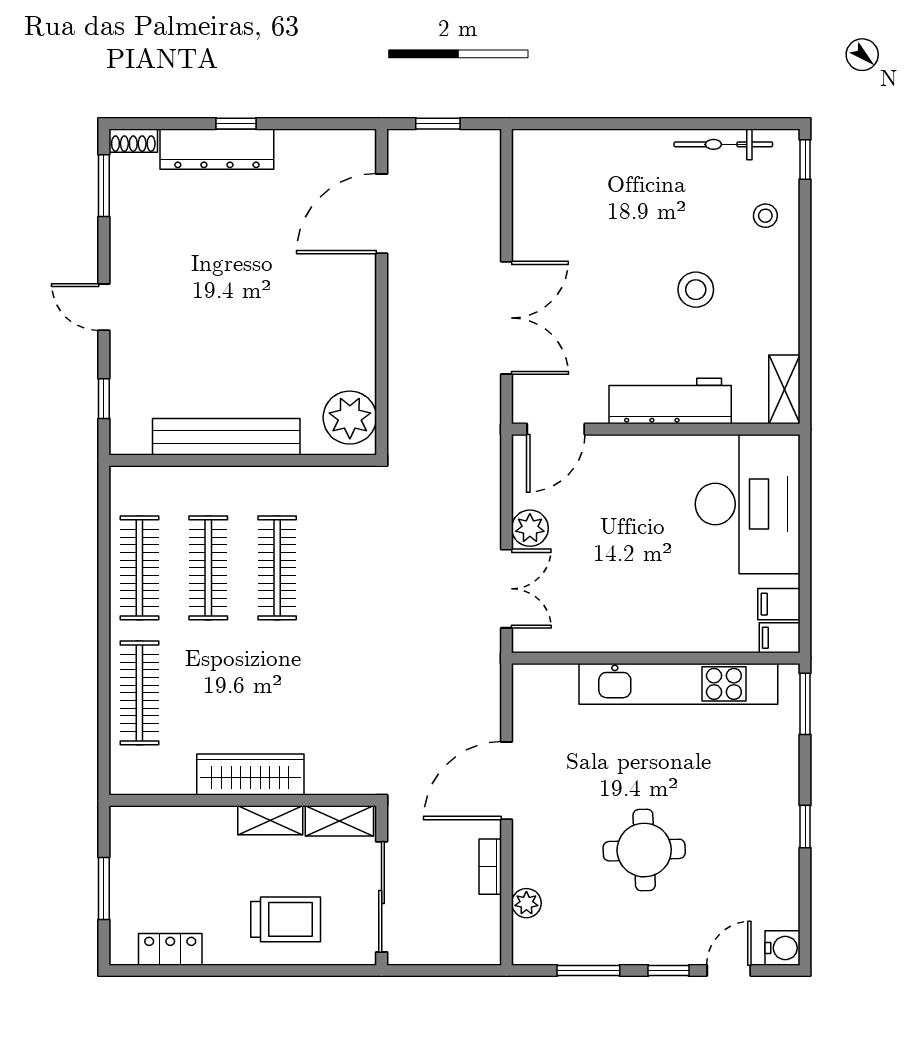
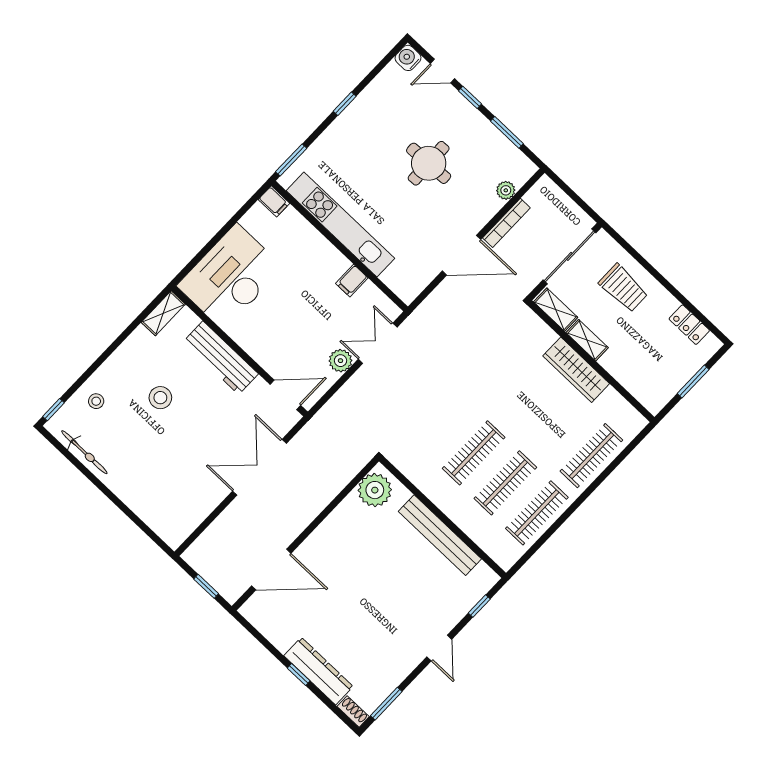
filing cabinet: (779, 604) -> (352, 281), moved, turned 90
bookcase: (490, 867) -> (506, 223), width x1.56
trolley: (286, 919) -> (623, 288), turned 180

